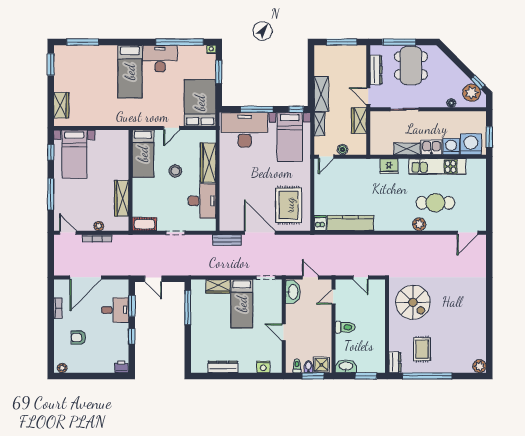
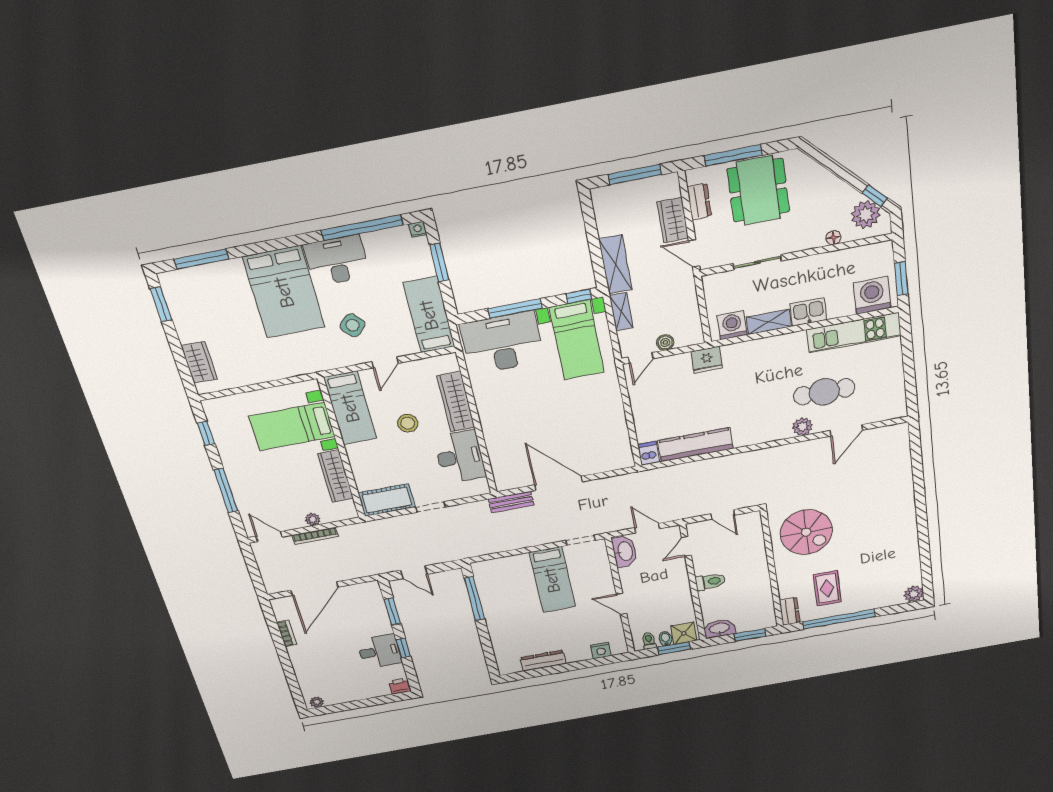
dresser: (376, 70) -> (699, 202), width x0.70
bed: (130, 72) -> (284, 292), width x1.50
side table: (159, 100) -> (353, 325), added
bed: (200, 103) -> (429, 315), width x0.67
wardrobe: (359, 121) -> (673, 220), moved
washing machine: (451, 147) -> (732, 325), moved
bed with nightstands: (74, 154) -> (292, 426), moved, turned 90
fridge: (389, 166) -> (707, 360), moved
kitchen unit: (437, 167) -> (854, 333), moved
rug: (289, 205) -> (595, 438), removed
cot: (144, 224) -> (387, 500), width x1.37, depth x1.34
door: (468, 233) -> (846, 430), moved
wardrobe: (218, 286) -> (512, 564), removed
desk: (115, 310) -> (379, 651), moved
armchair: (78, 338) -> (328, 663), removed

